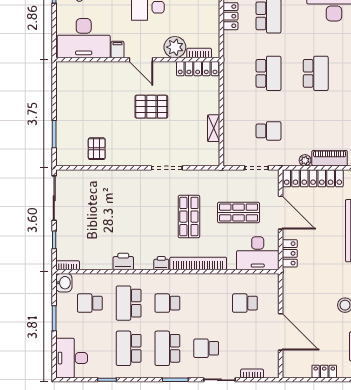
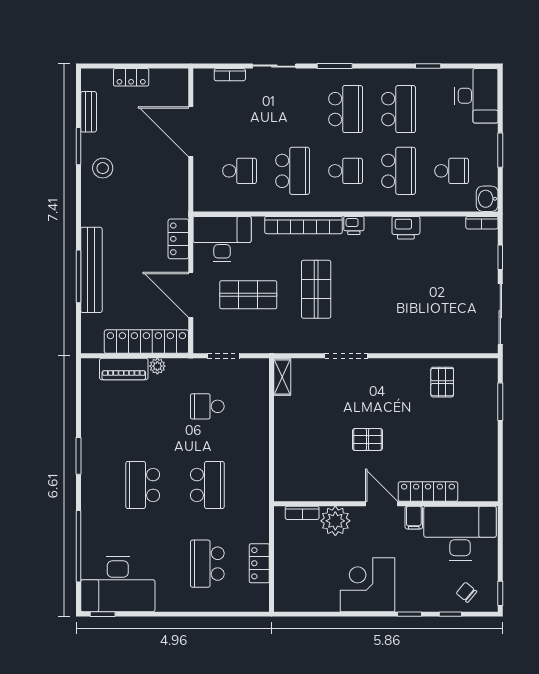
locker: (198, 69) -> (428, 492), moved
school desk: (268, 73) -> (207, 485), turned 180
pallet: (151, 107) -> (368, 439), width x0.67, depth x0.71
shelving: (214, 128) -> (282, 377), moved
school desk: (206, 348) -> (293, 171), moved, width x1.85

